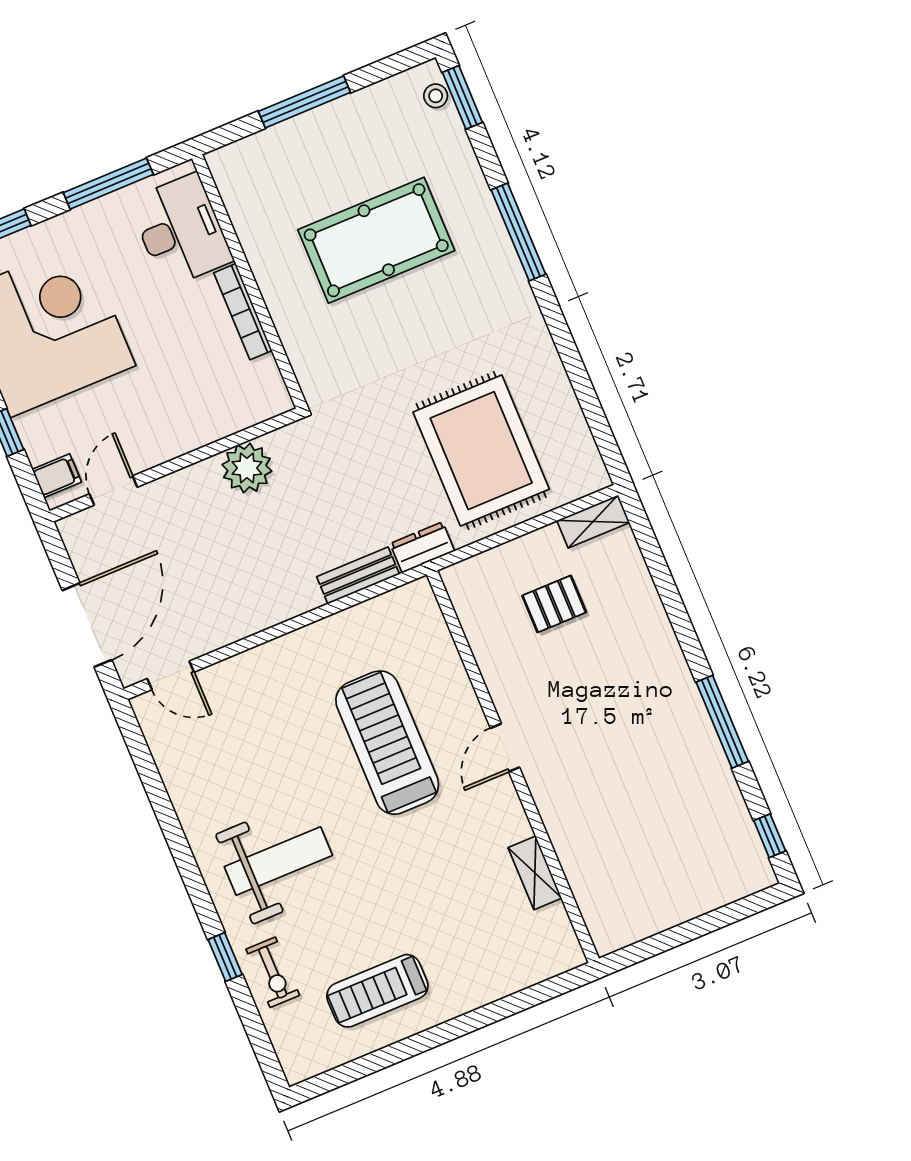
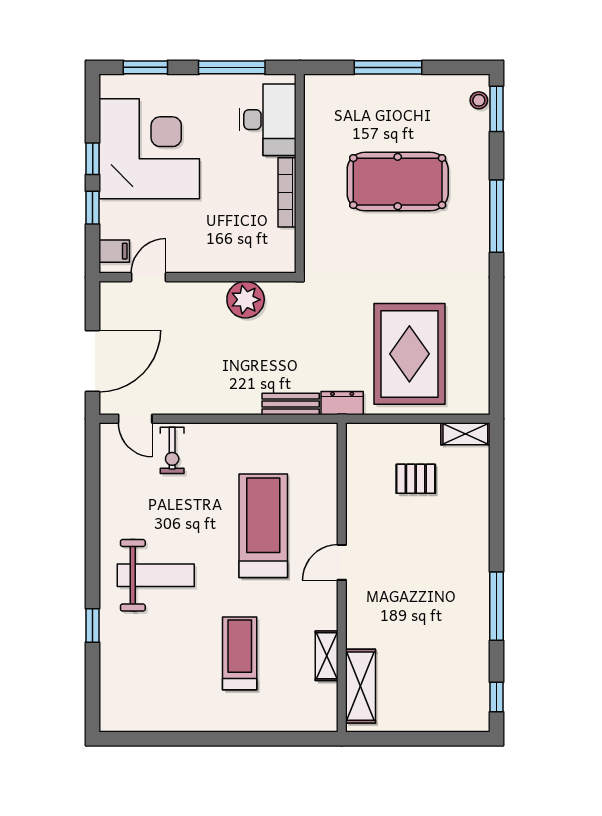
shelving: (593, 893) -> (360, 686), added
exercise bike: (273, 972) -> (172, 450), moved
treadmill: (377, 991) -> (240, 653), moved, turned 90

